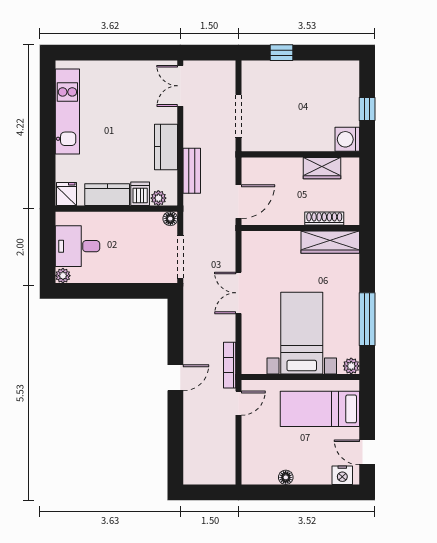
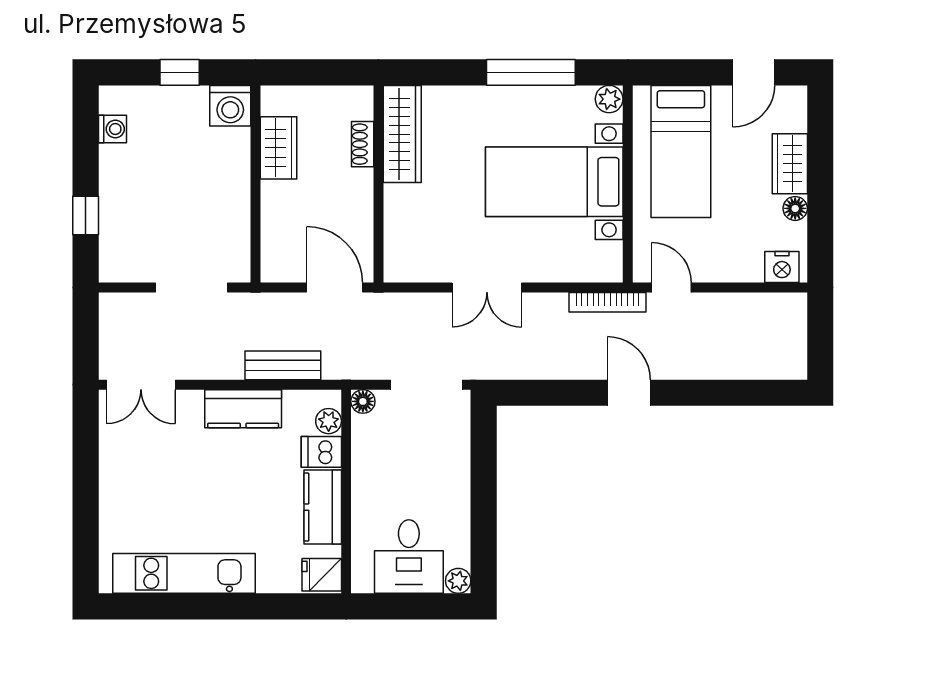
washing machine: (333, 69) -> (112, 129), added
shoe rack: (324, 218) -> (363, 144), width x0.70
wardrobe: (313, 474) -> (790, 164), added
nightstand: (342, 475) -> (782, 267), moved, turned 90

